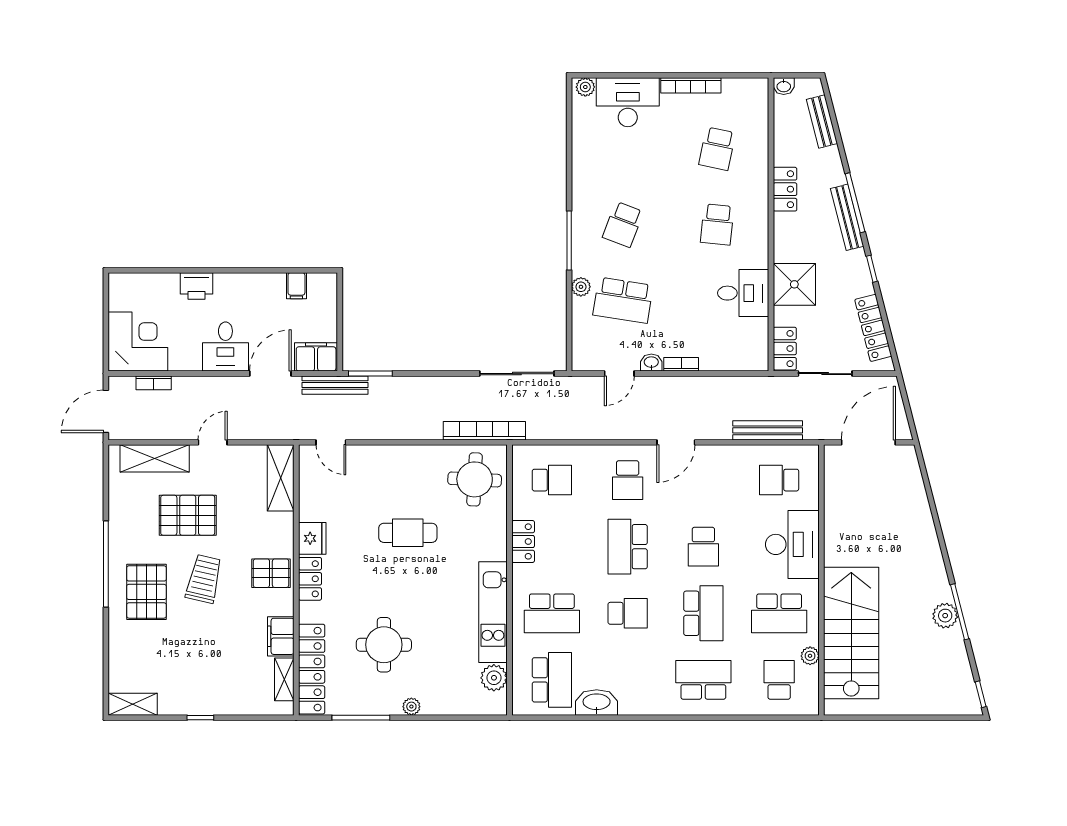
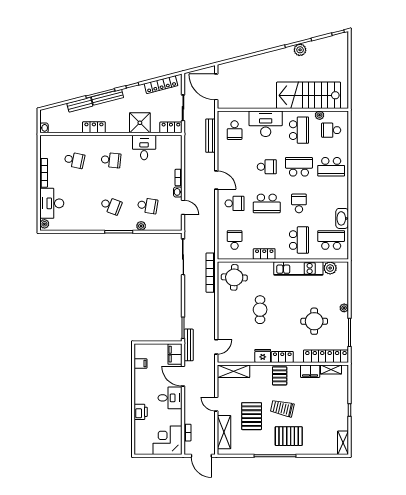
bench: (822, 121) -> (80, 105), moved
school desk: (623, 300) -> (148, 206), width x0.54
school desk: (703, 680) -> (331, 167), turned -90

